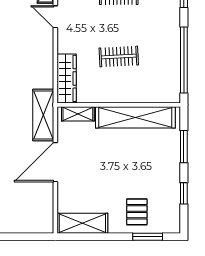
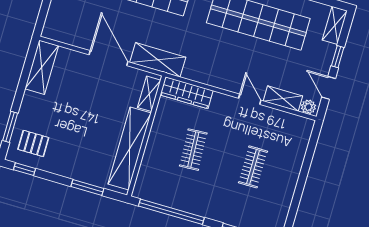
door: (55, 17) -> (250, 99), hinge flipped
window: (184, 193) -> (25, 169), moved
pallet: (137, 212) -> (33, 143), moved

